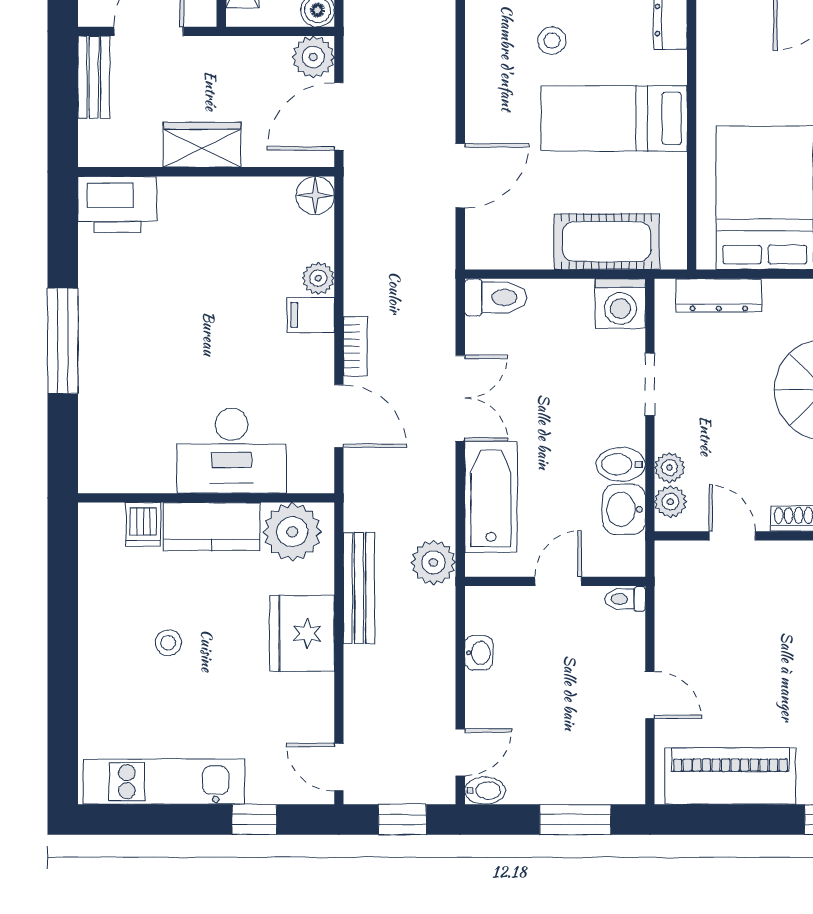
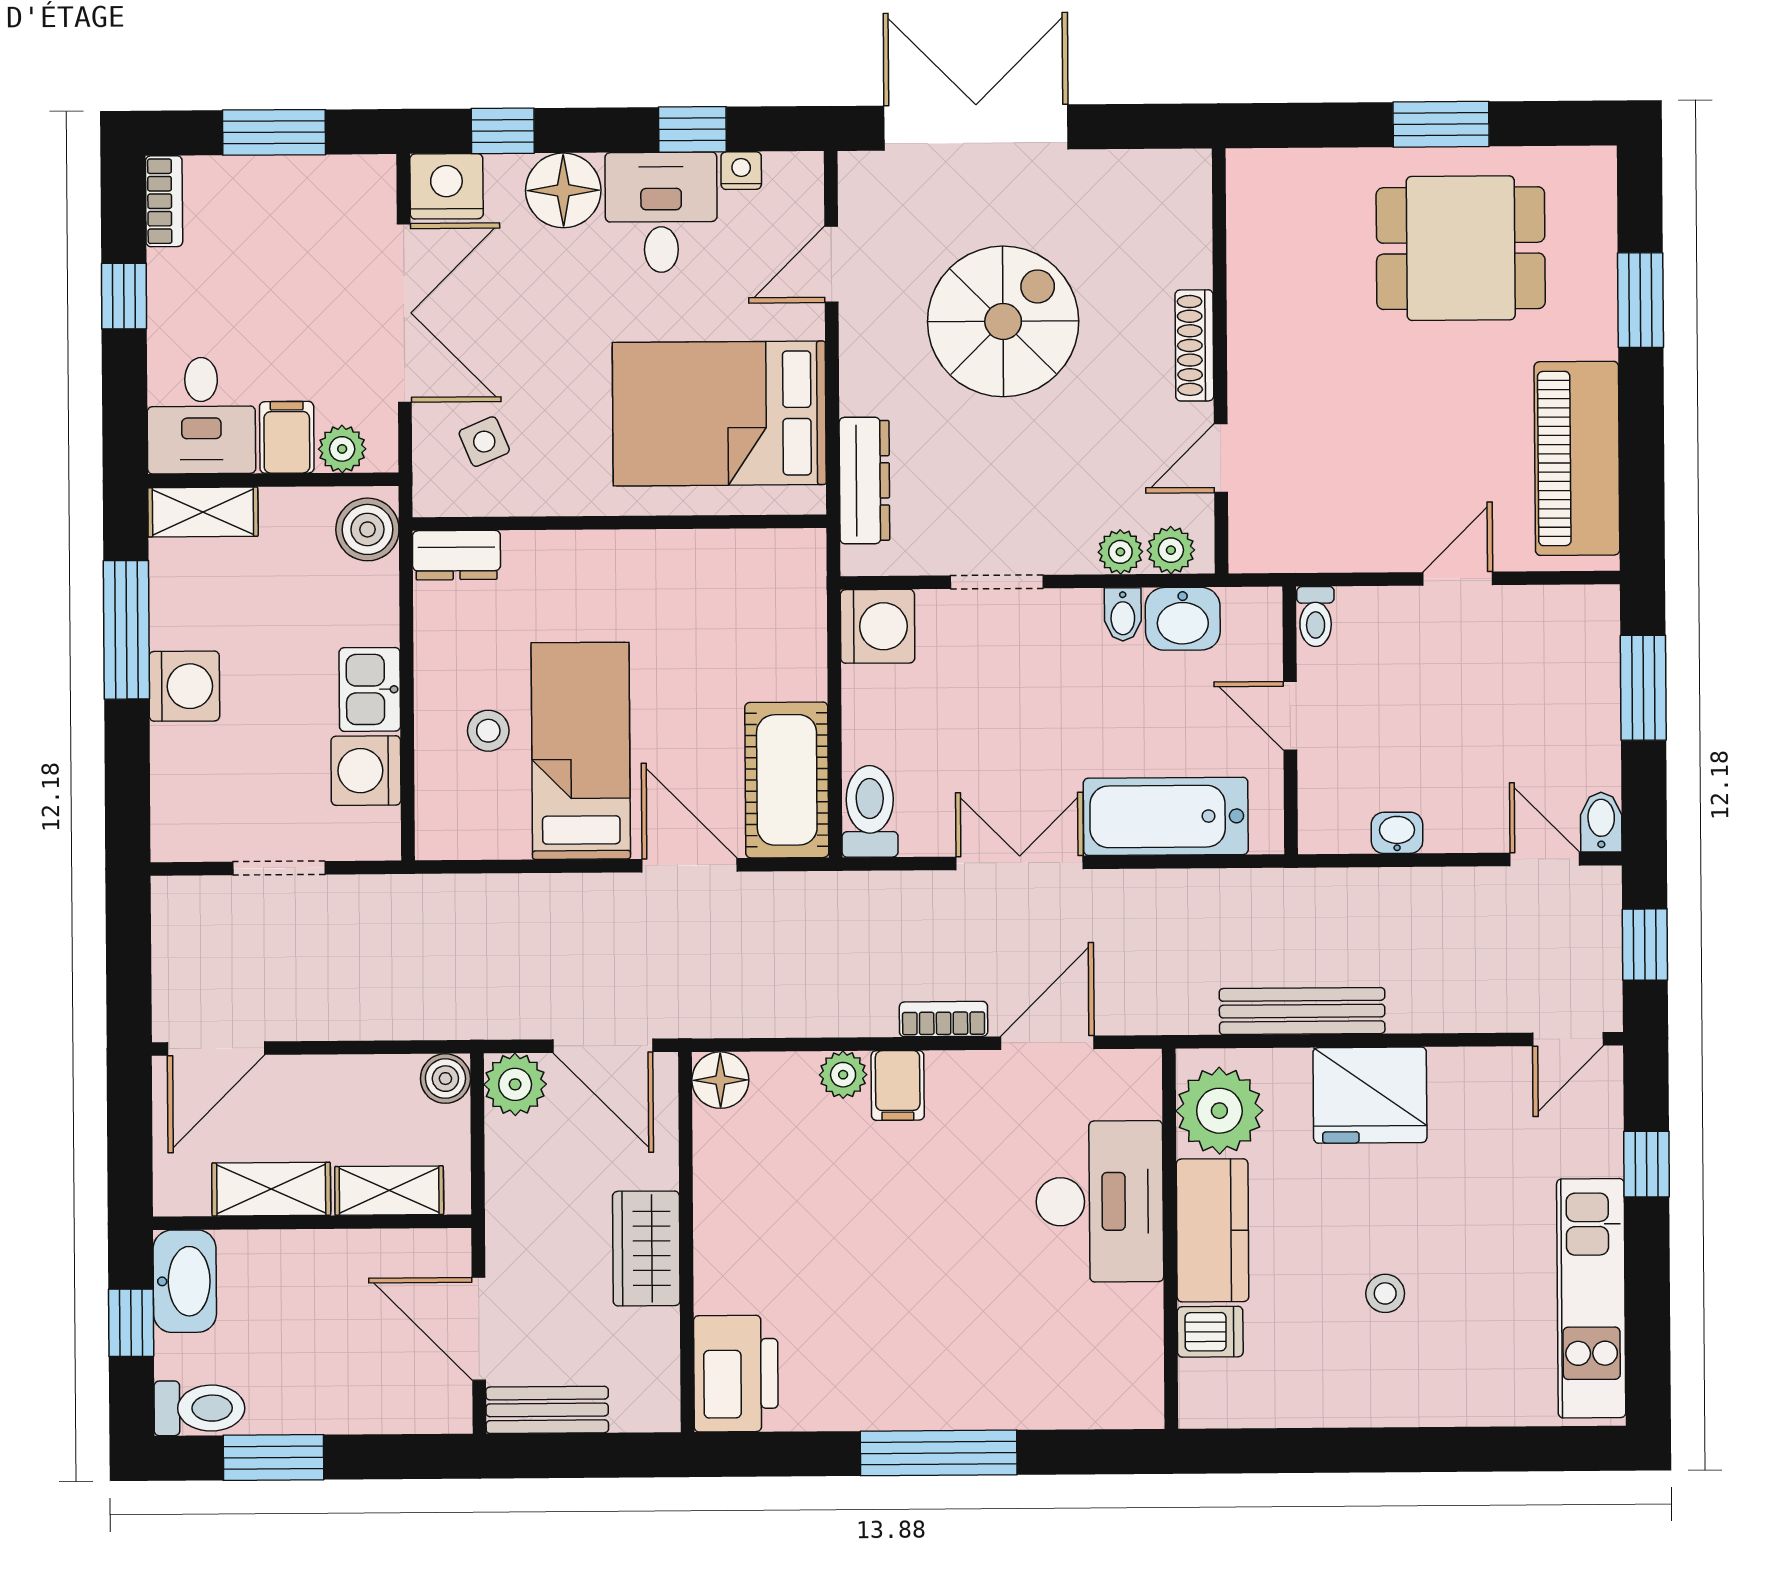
side table: (747, 39) -> (484, 442), added
bed: (614, 118) -> (581, 751), moved, turned 180
cot: (607, 242) -> (787, 780), moved
bidet: (621, 464) -> (1123, 614), width x0.72, depth x0.74
plant: (433, 562) -> (1263, 901), removed

